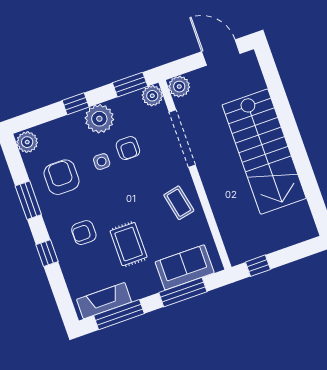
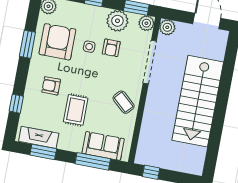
plant: (99, 119) -> (117, 21), moved
armchair: (62, 177) -> (57, 42), width x1.36, depth x1.36
coffee table: (179, 203) -> (124, 102), turned -36
window: (47, 253) -> (16, 104), moved
window: (119, 315) -> (43, 152), width x0.69

